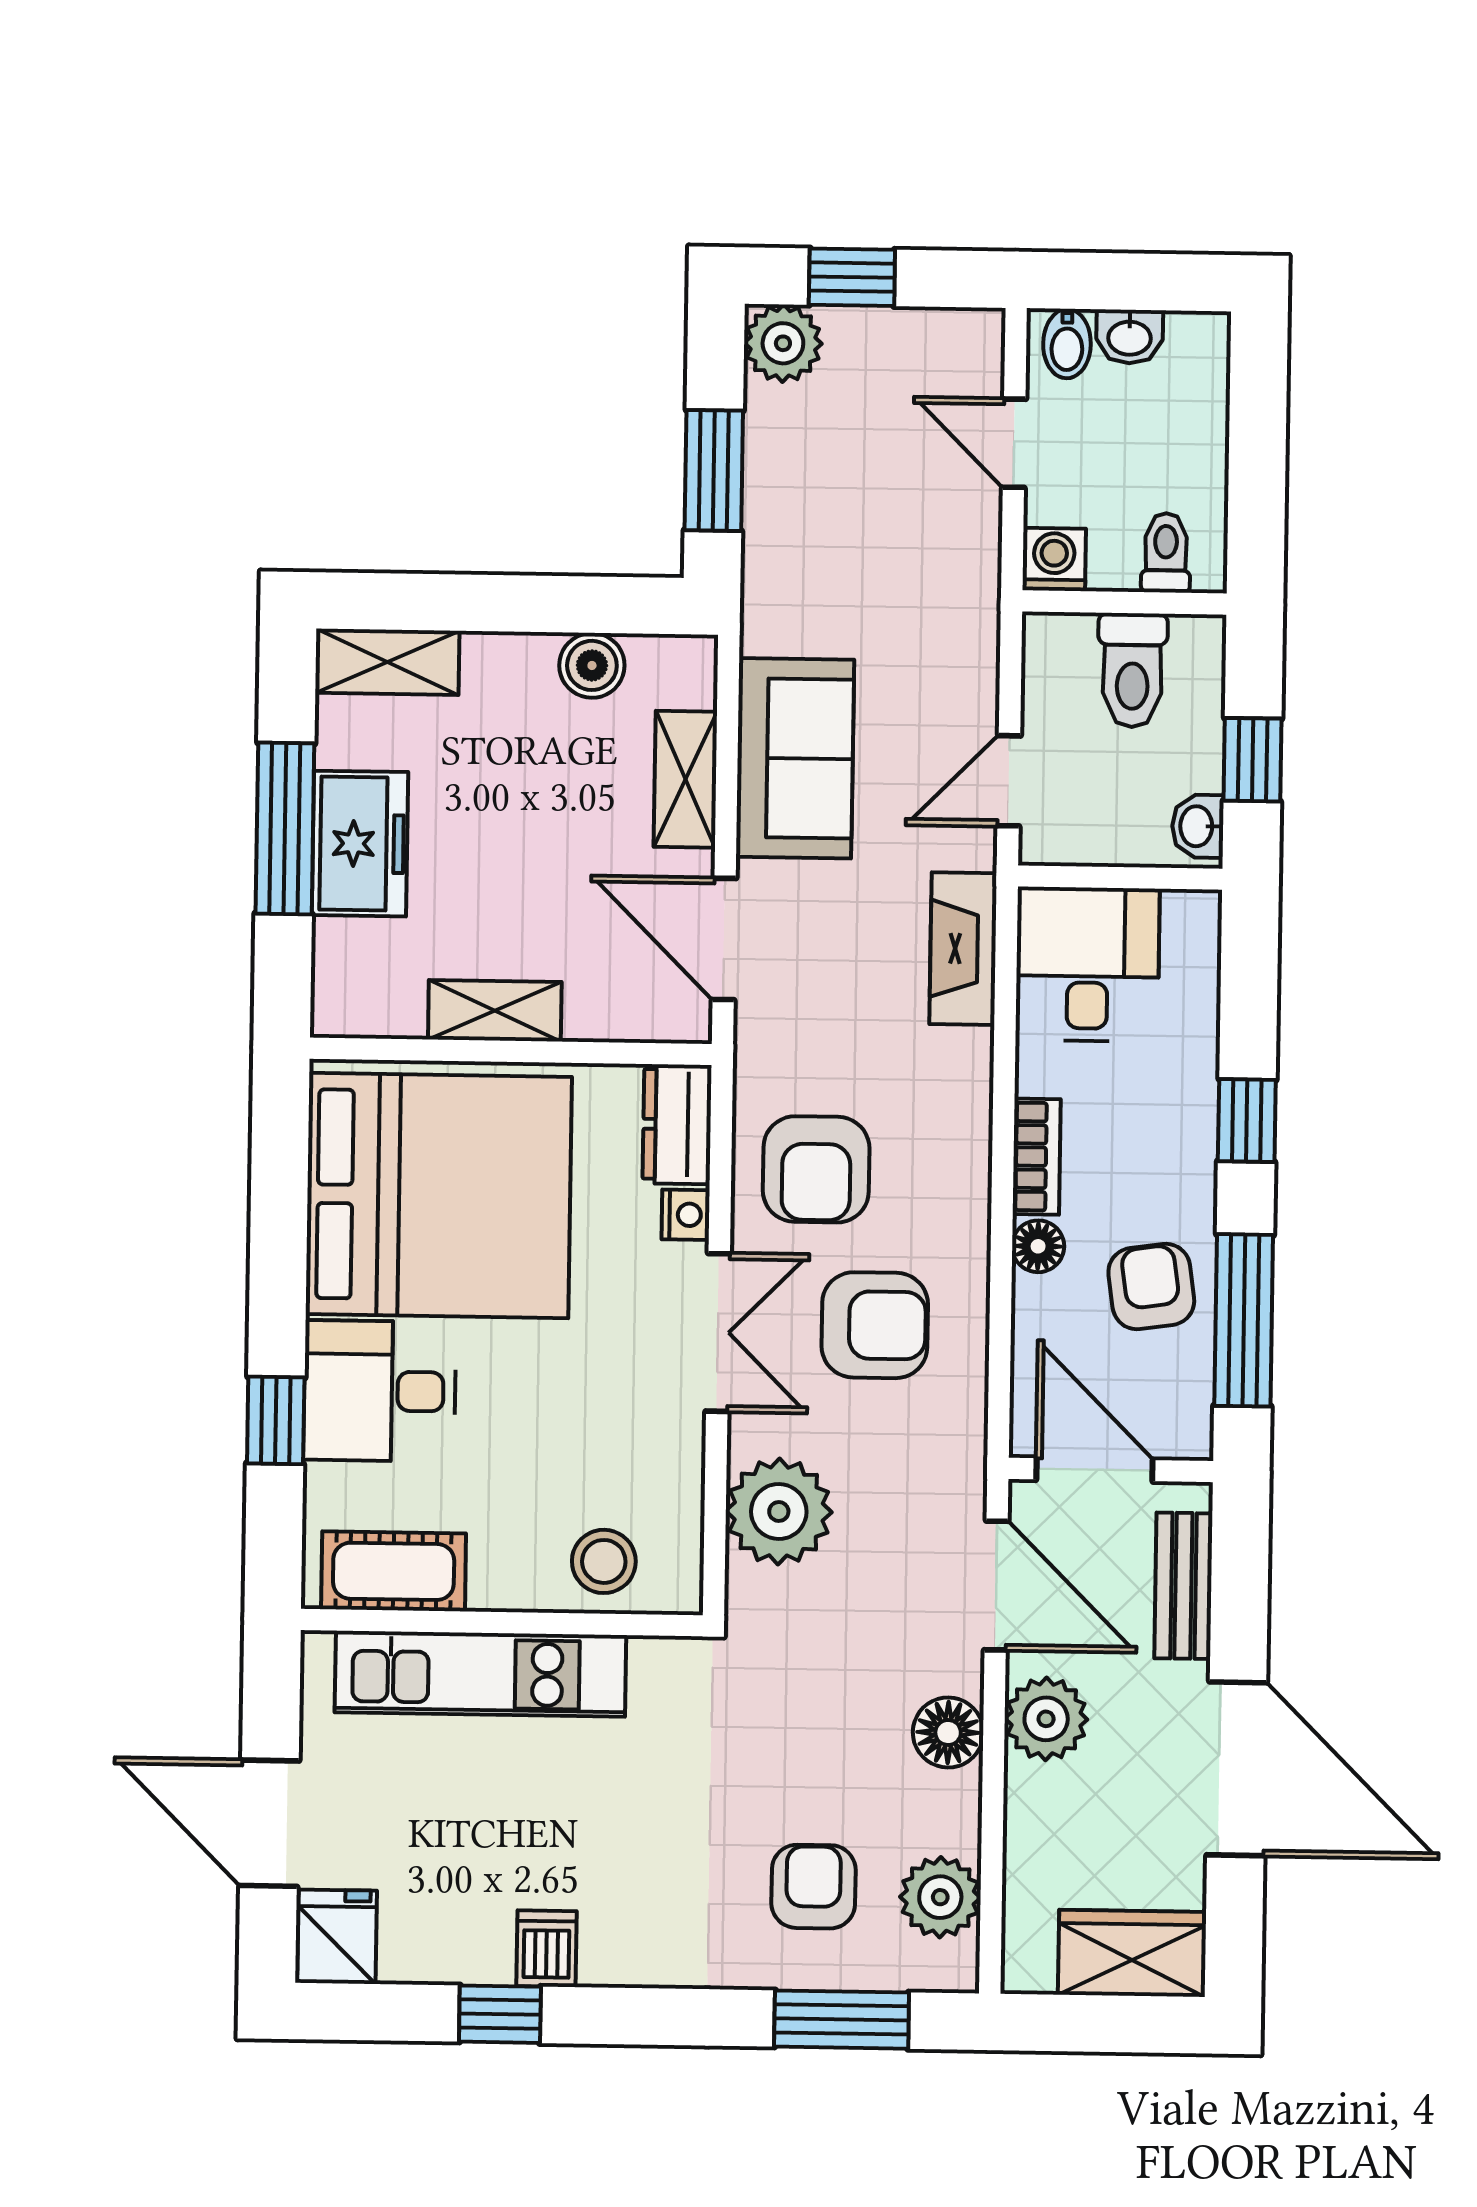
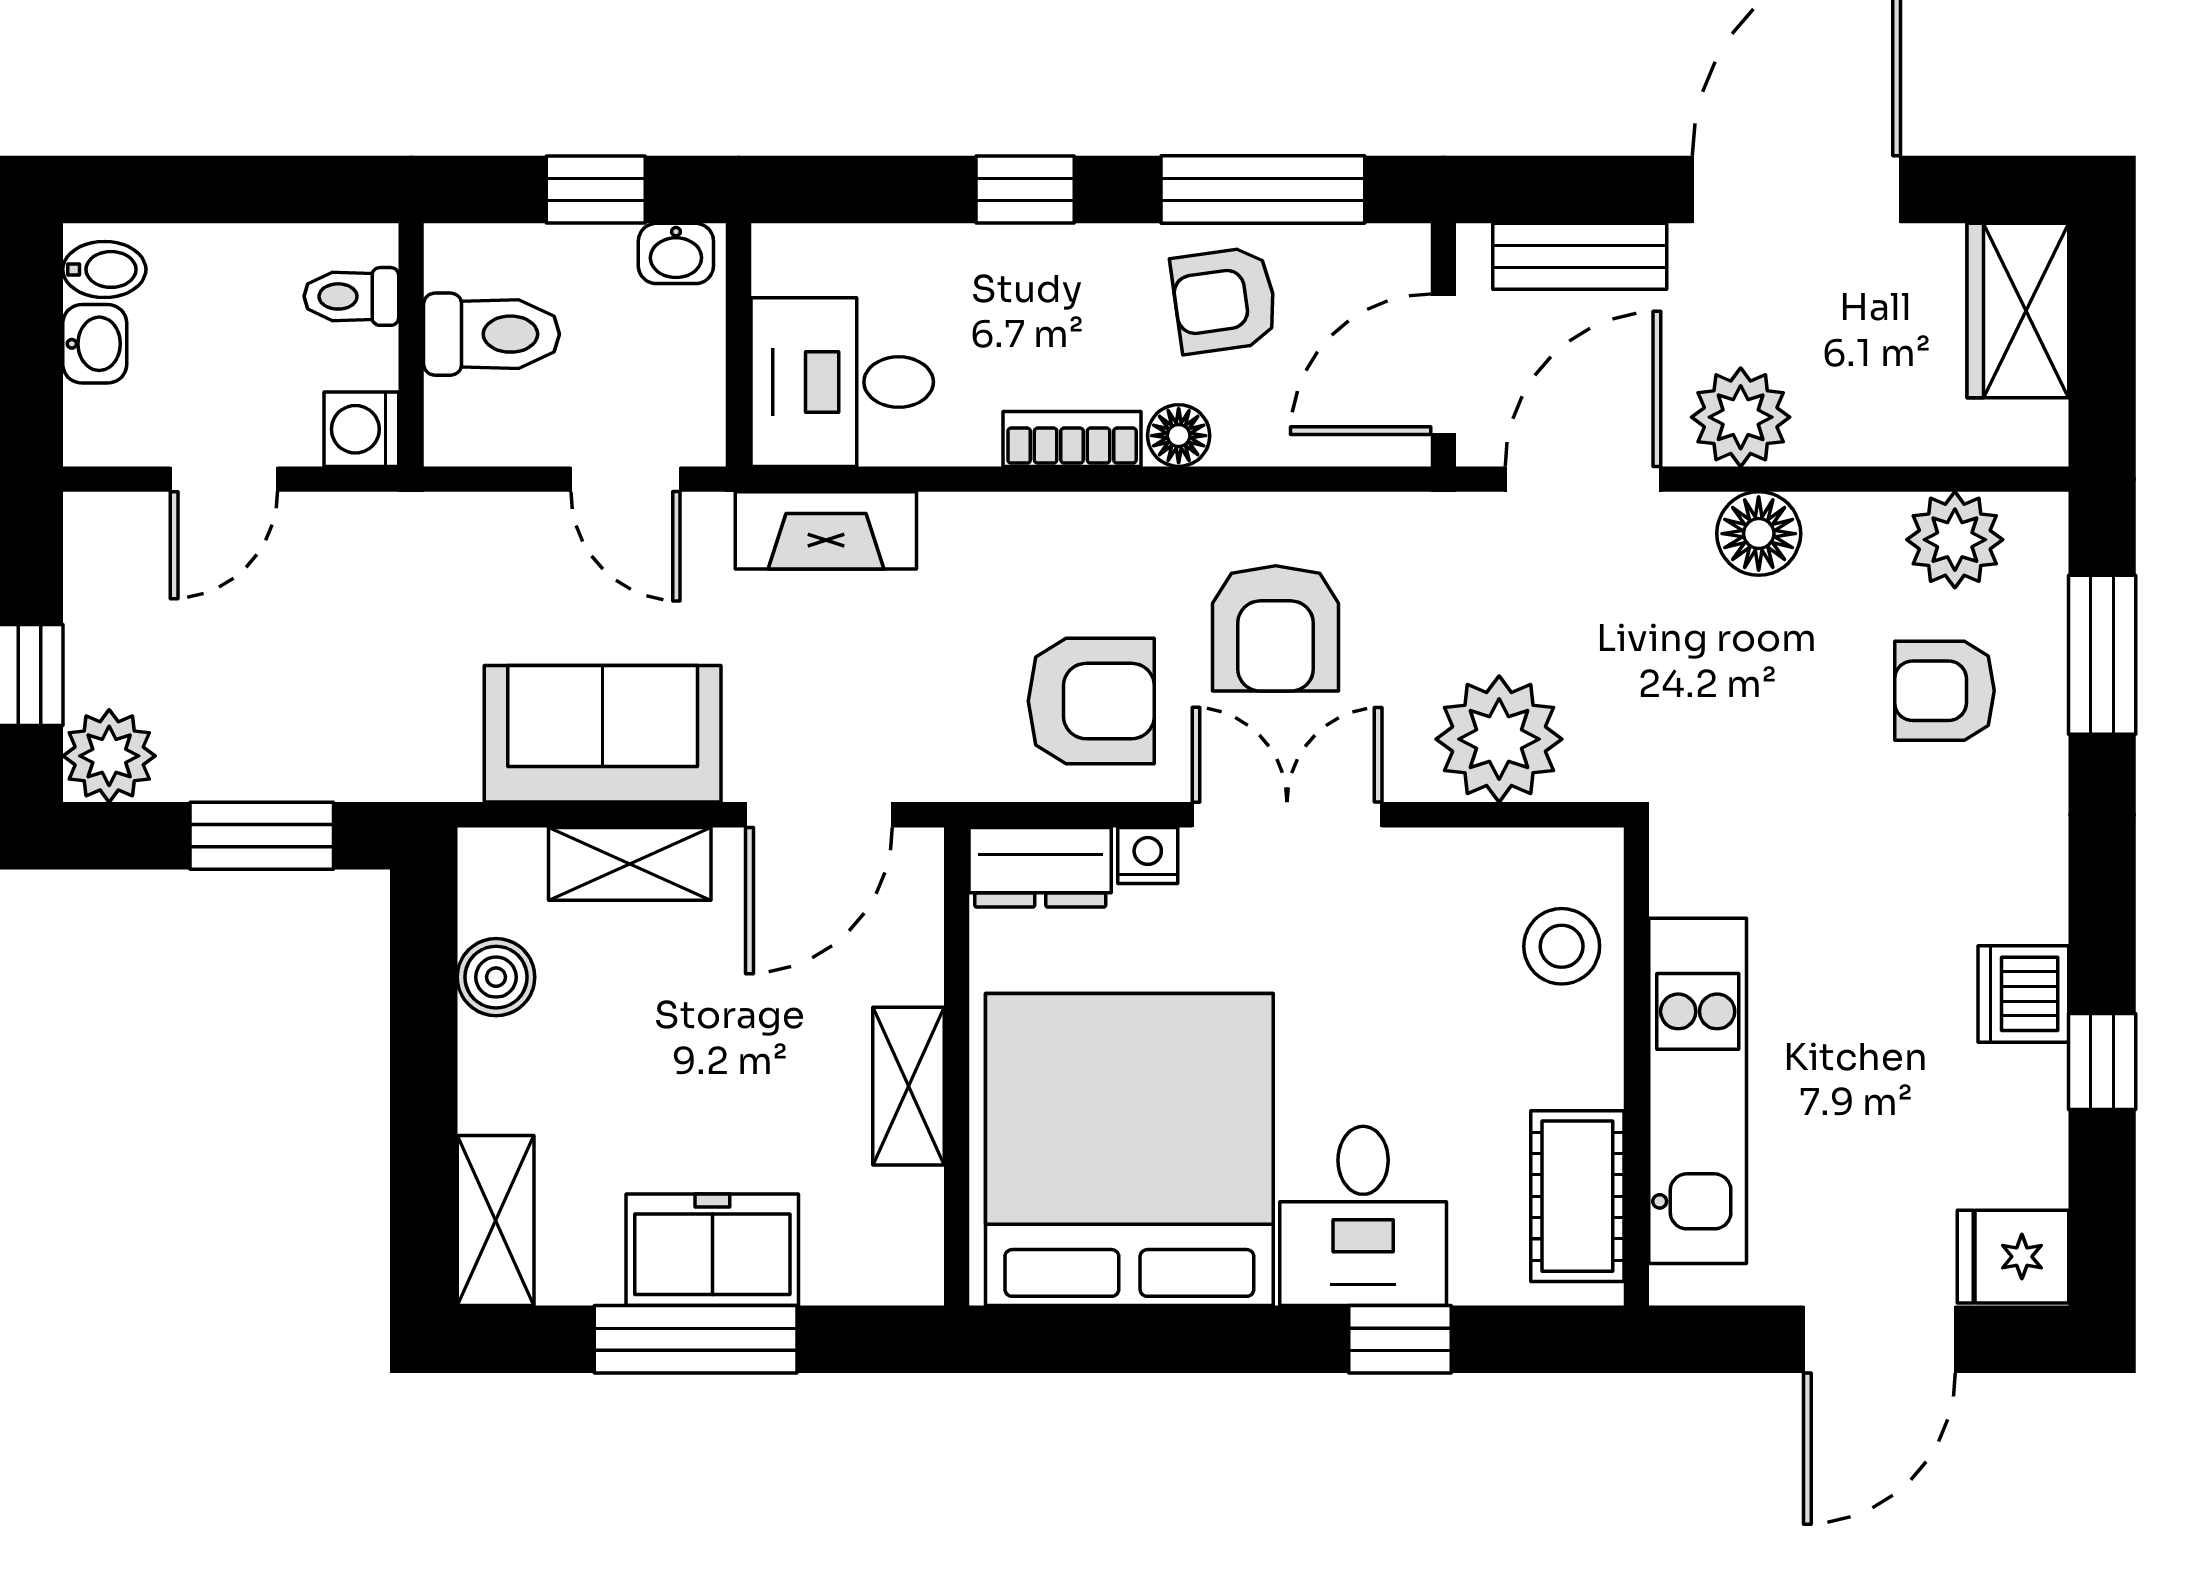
bidet: (1067, 344) -> (104, 269), moved
armchair: (875, 1325) -> (1276, 628), turned 180
dishwasher: (547, 1949) -> (2023, 994), width x1.38

